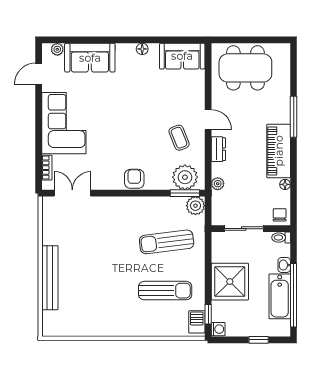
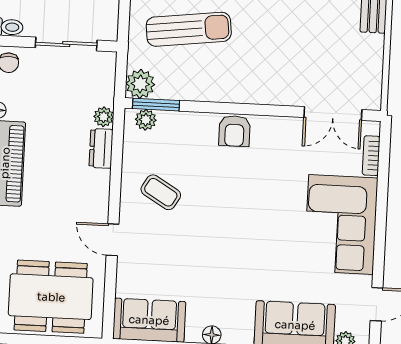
door: (208, 120) -> (113, 240), moved
coffee table: (179, 138) -> (161, 192), turned -37
dresser: (218, 149) -> (101, 148), moved
plant: (185, 177) -> (146, 120), width x0.53, depth x0.53

